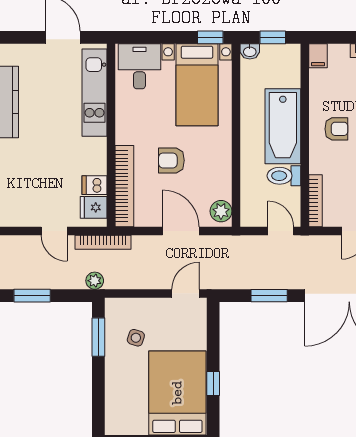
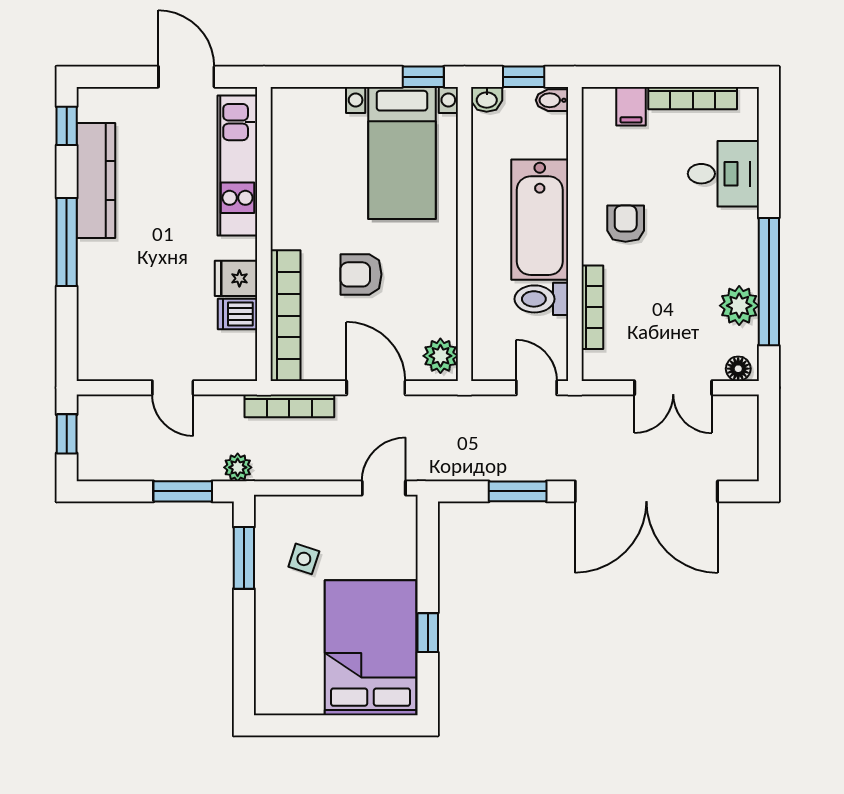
bidet: (290, 52) -> (552, 100), added
filing cabinet: (318, 56) -> (631, 106), moved
desk: (139, 66) -> (310, 123), removed
armchair: (336, 129) -> (626, 224), turned -90
bookcase: (316, 201) -> (592, 307), moved
fridge: (94, 207) -> (236, 278), moved
bookcase: (103, 242) -> (289, 406), moved
window: (32, 296) -> (183, 491), moved

